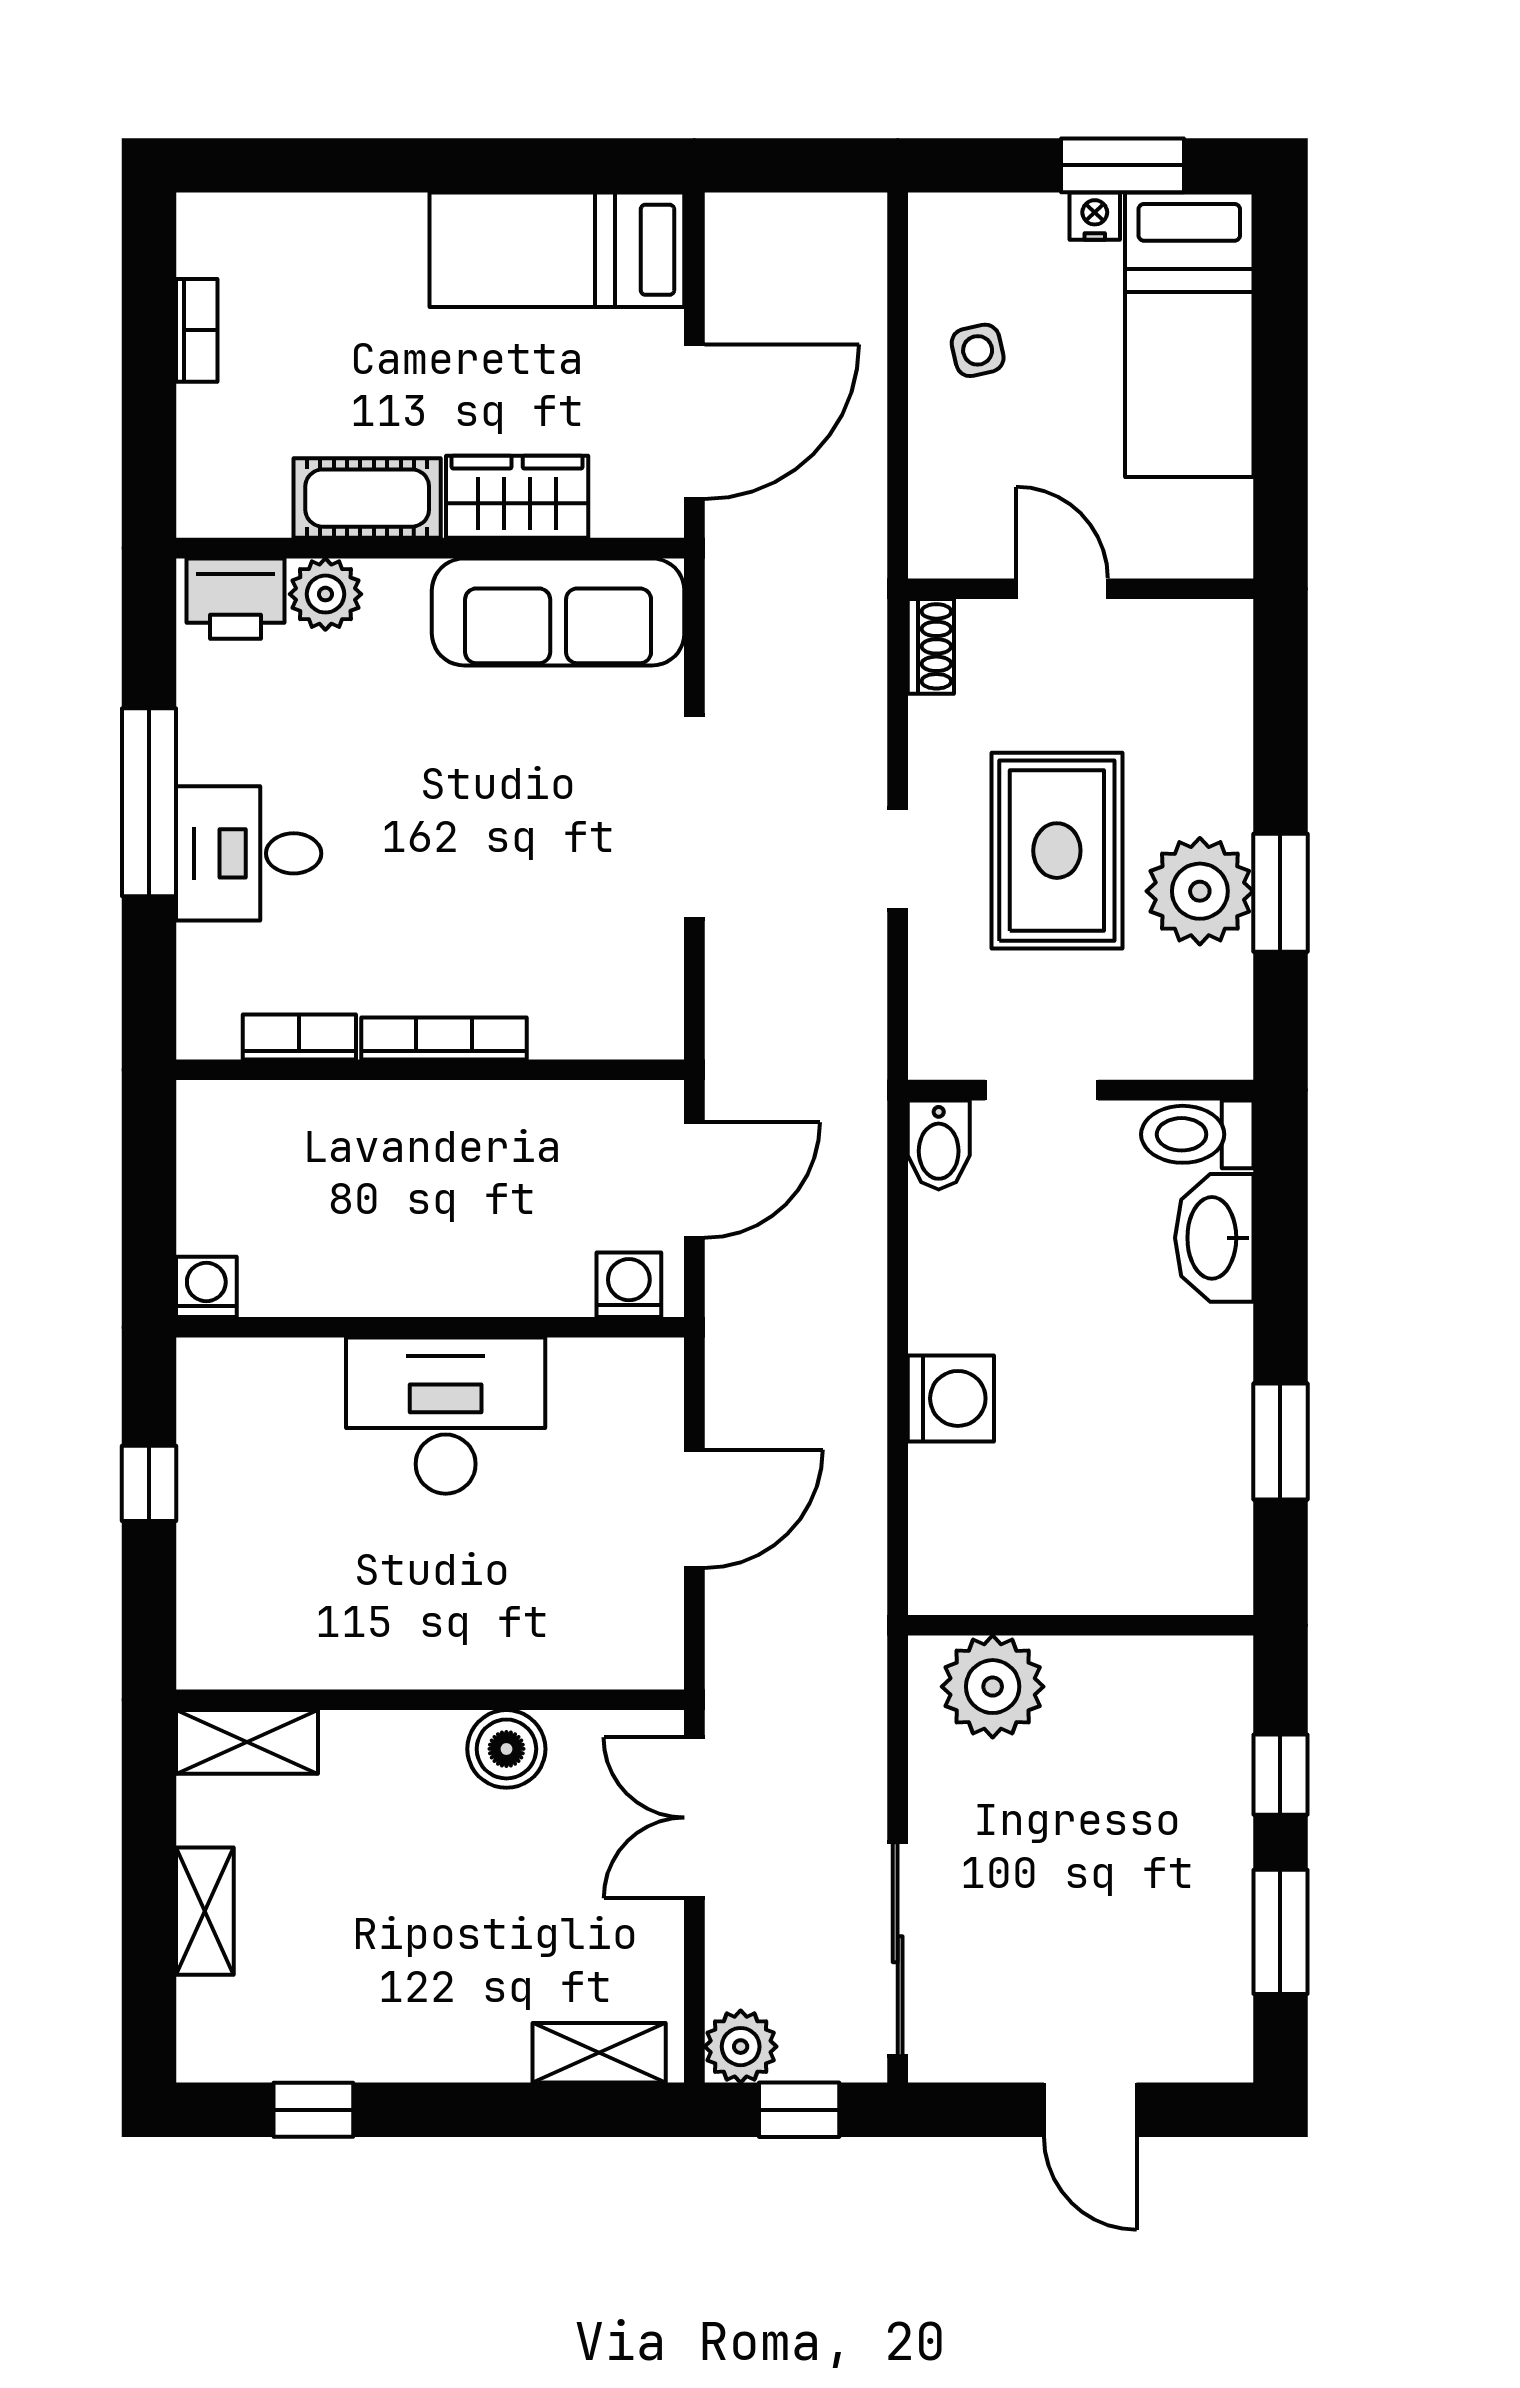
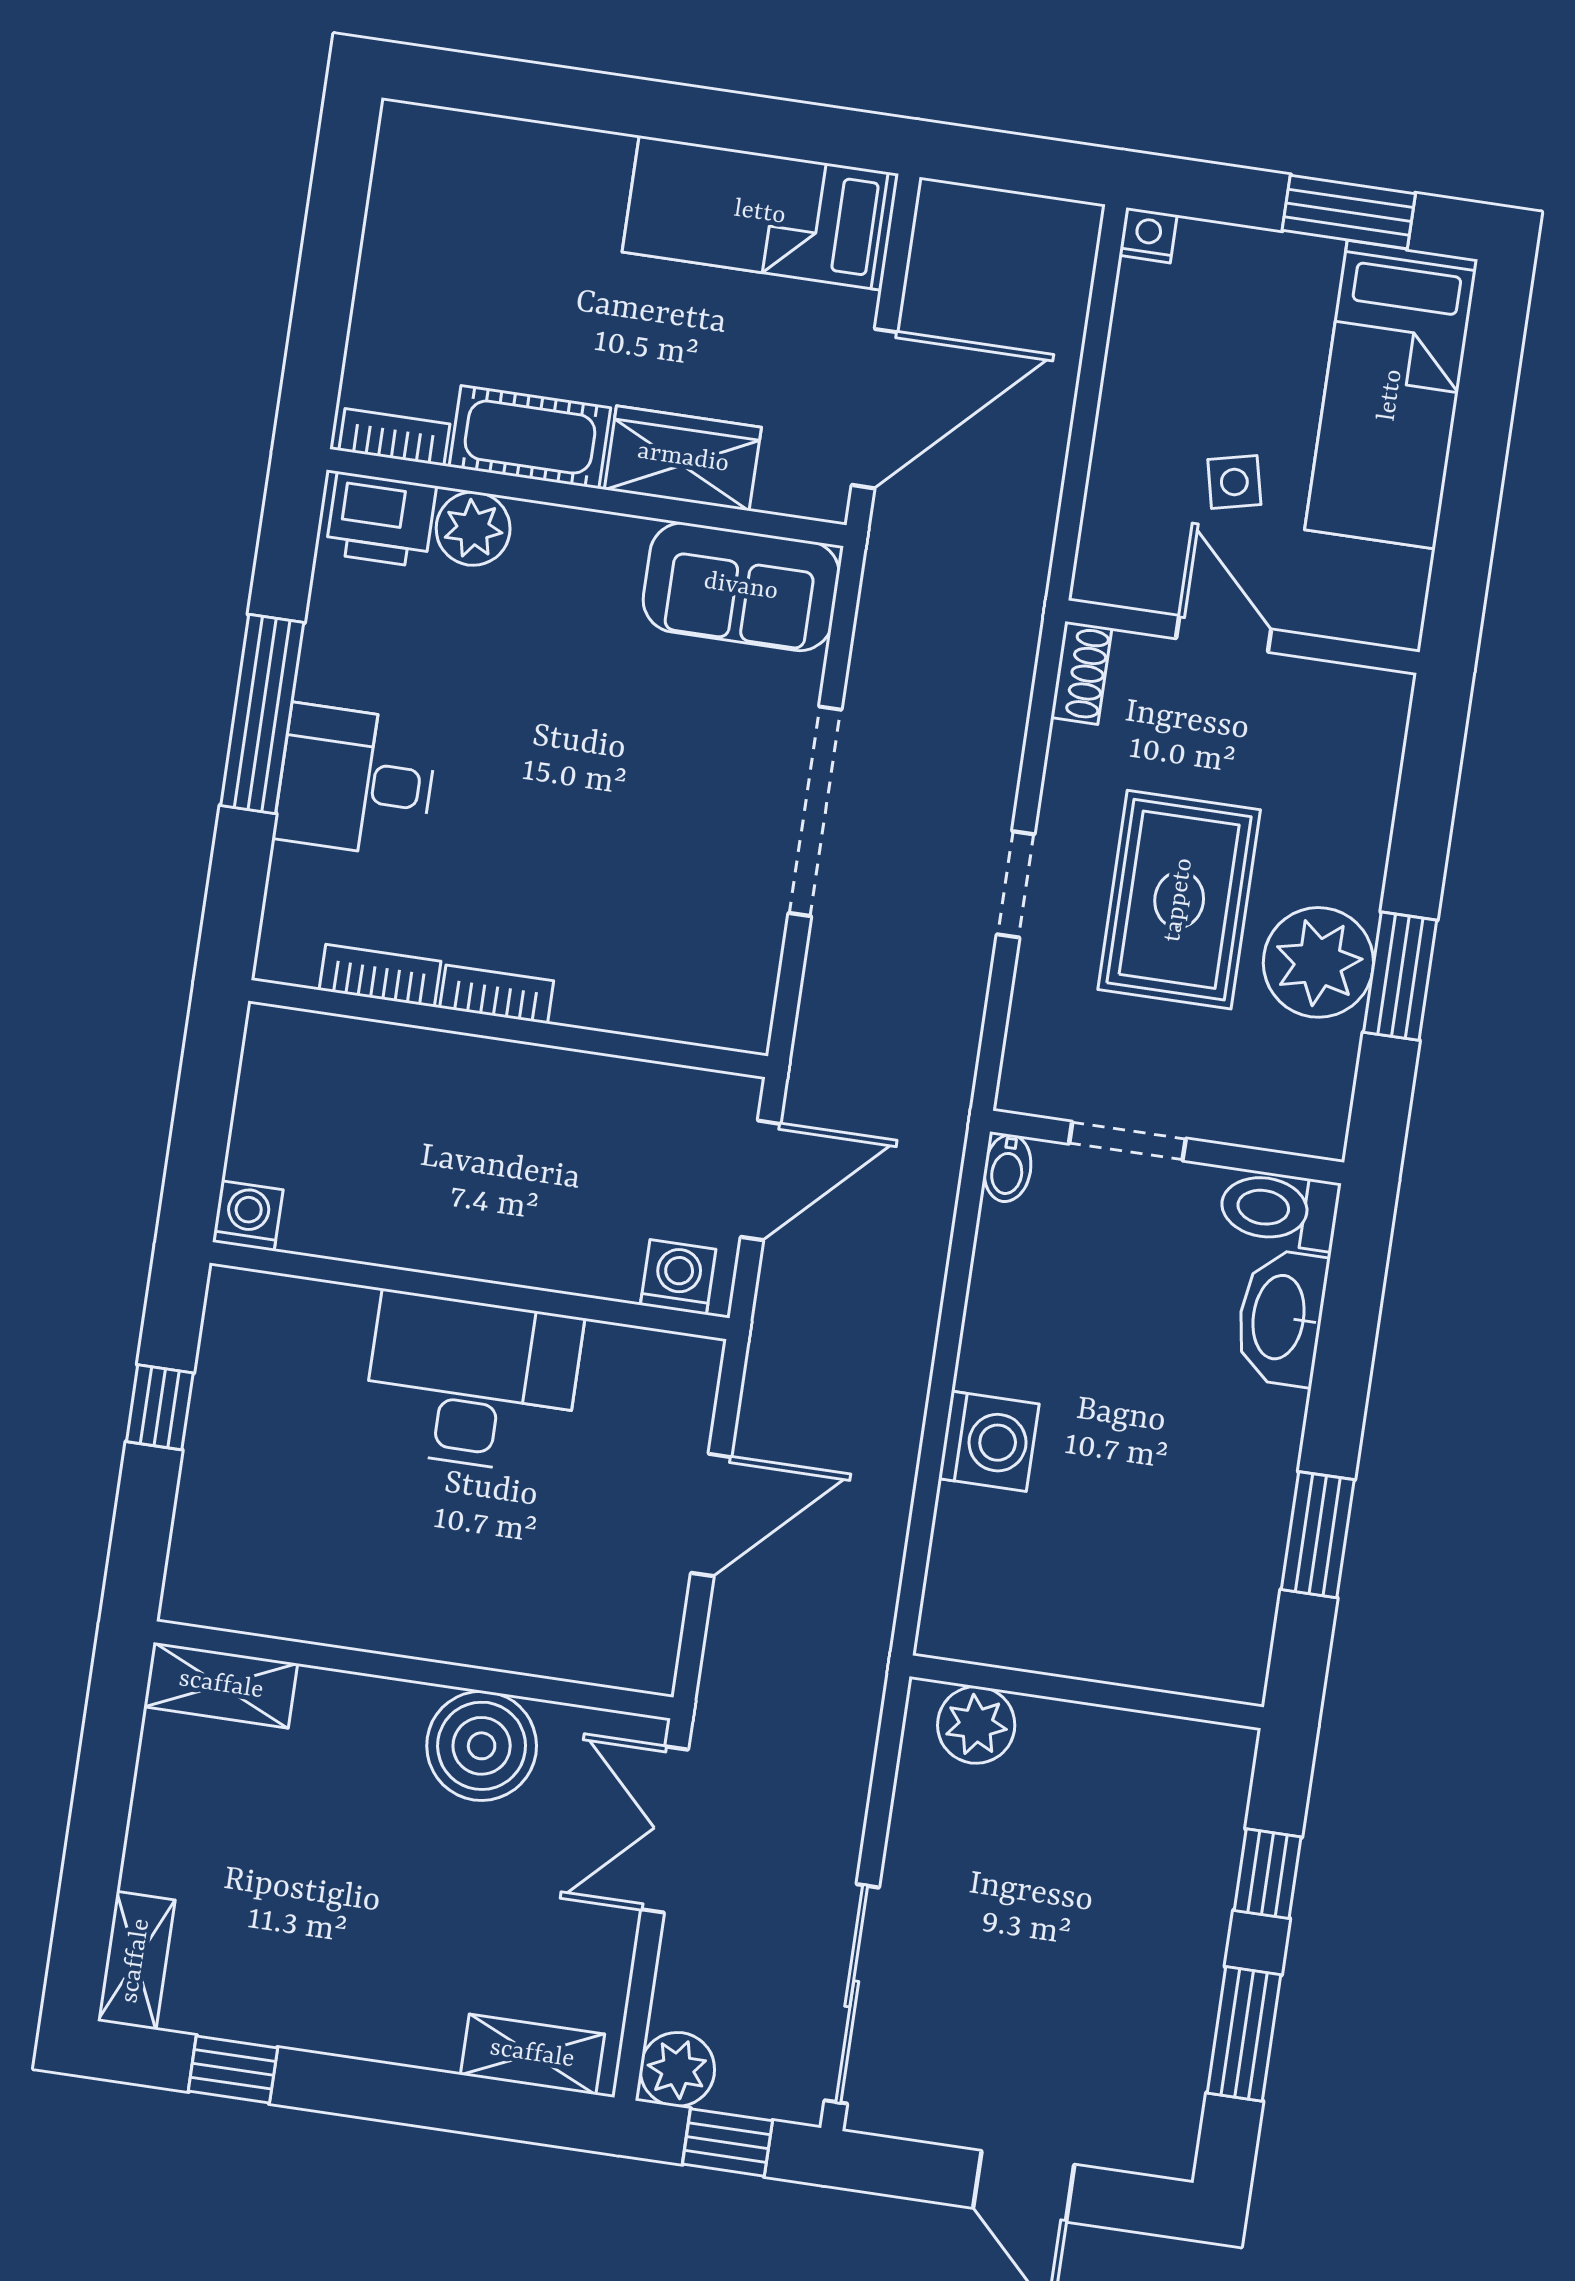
nightstand: (1095, 216) -> (1148, 235), moved
bookcase: (197, 330) -> (394, 437), moved, turned -90
side table: (978, 350) -> (1234, 482), moved
sofa: (558, 612) -> (741, 587), width x0.73
bookcase: (444, 1038) -> (497, 994), width x0.64
bidet: (939, 1145) -> (1008, 1168), width x0.72, depth x0.74
plant: (993, 1687) -> (976, 1725), width x0.73, depth x0.73
boiler: (506, 1749) -> (482, 1746), width x1.37, depth x1.37
shelving: (205, 1911) -> (136, 1961), moved

